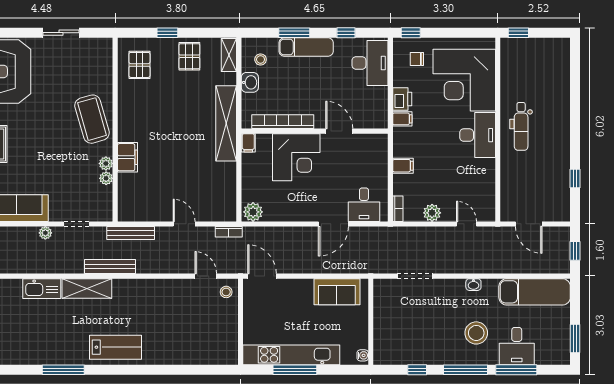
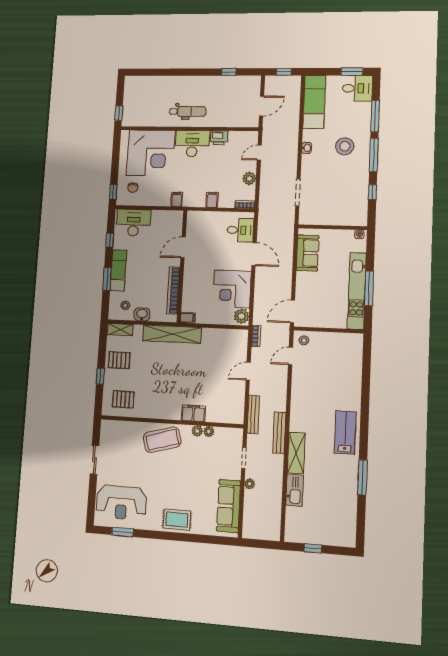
printer: (402, 99) -> (219, 138), moved, turned 180
corner desk: (296, 157) -> (232, 289), moved, turned 180
desk: (517, 346) -> (357, 88), moved

